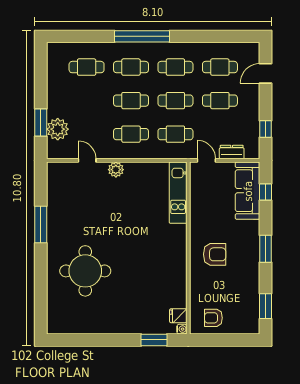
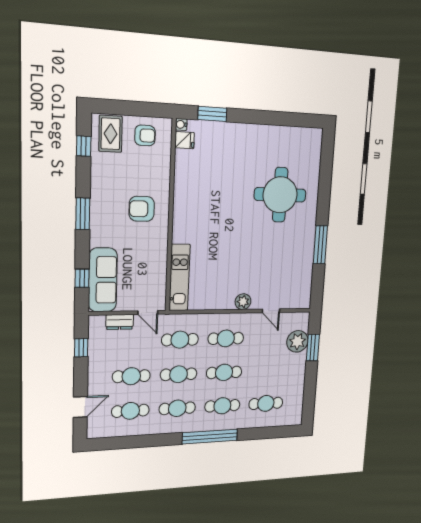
window: (266, 306) -> (84, 146), width x0.67
rug: (243, 318) -> (111, 134), added

